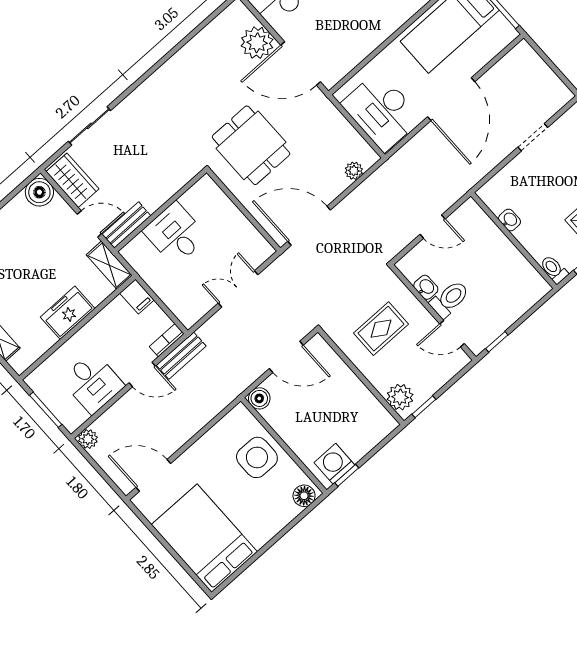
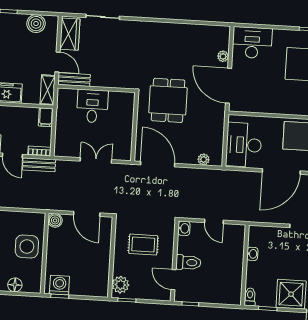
plant: (257, 43) -> (223, 56), width x0.53, depth x0.53
boiler: (39, 192) -> (36, 24), moved
washbasin: (426, 287) -> (184, 228), moved
floor lamp: (304, 496) -> (15, 285), moved

